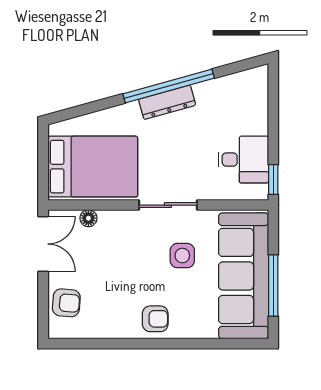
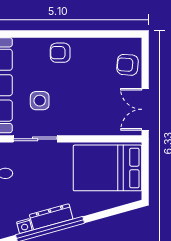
nightstand: (202, 90) -> (24, 226), added
sliding door: (168, 205) -> (35, 139), moved
floor lamp: (88, 218) -> (111, 129), removed

